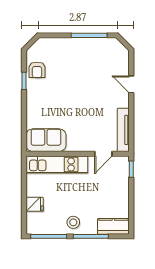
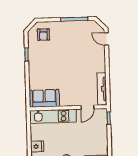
armchair: (37, 70) -> (43, 35), moved
door: (131, 84) -> (106, 39), moved

